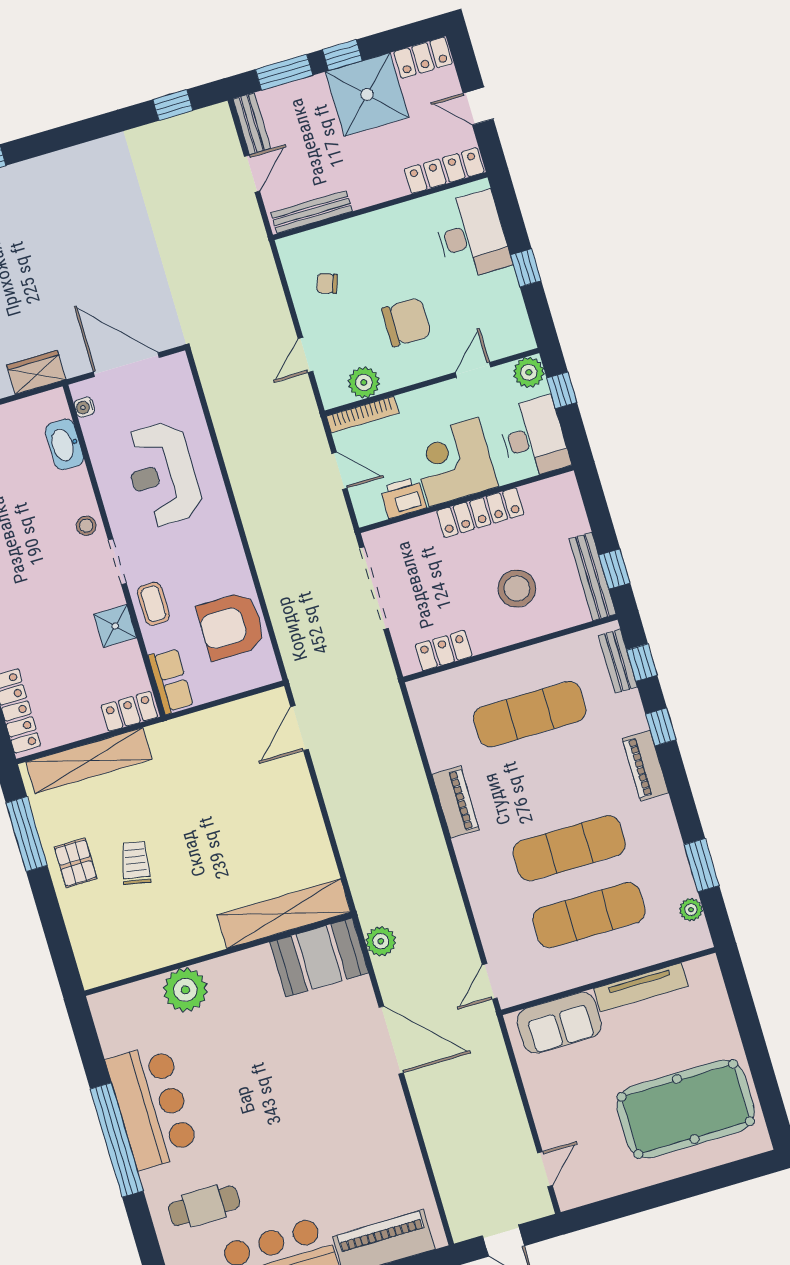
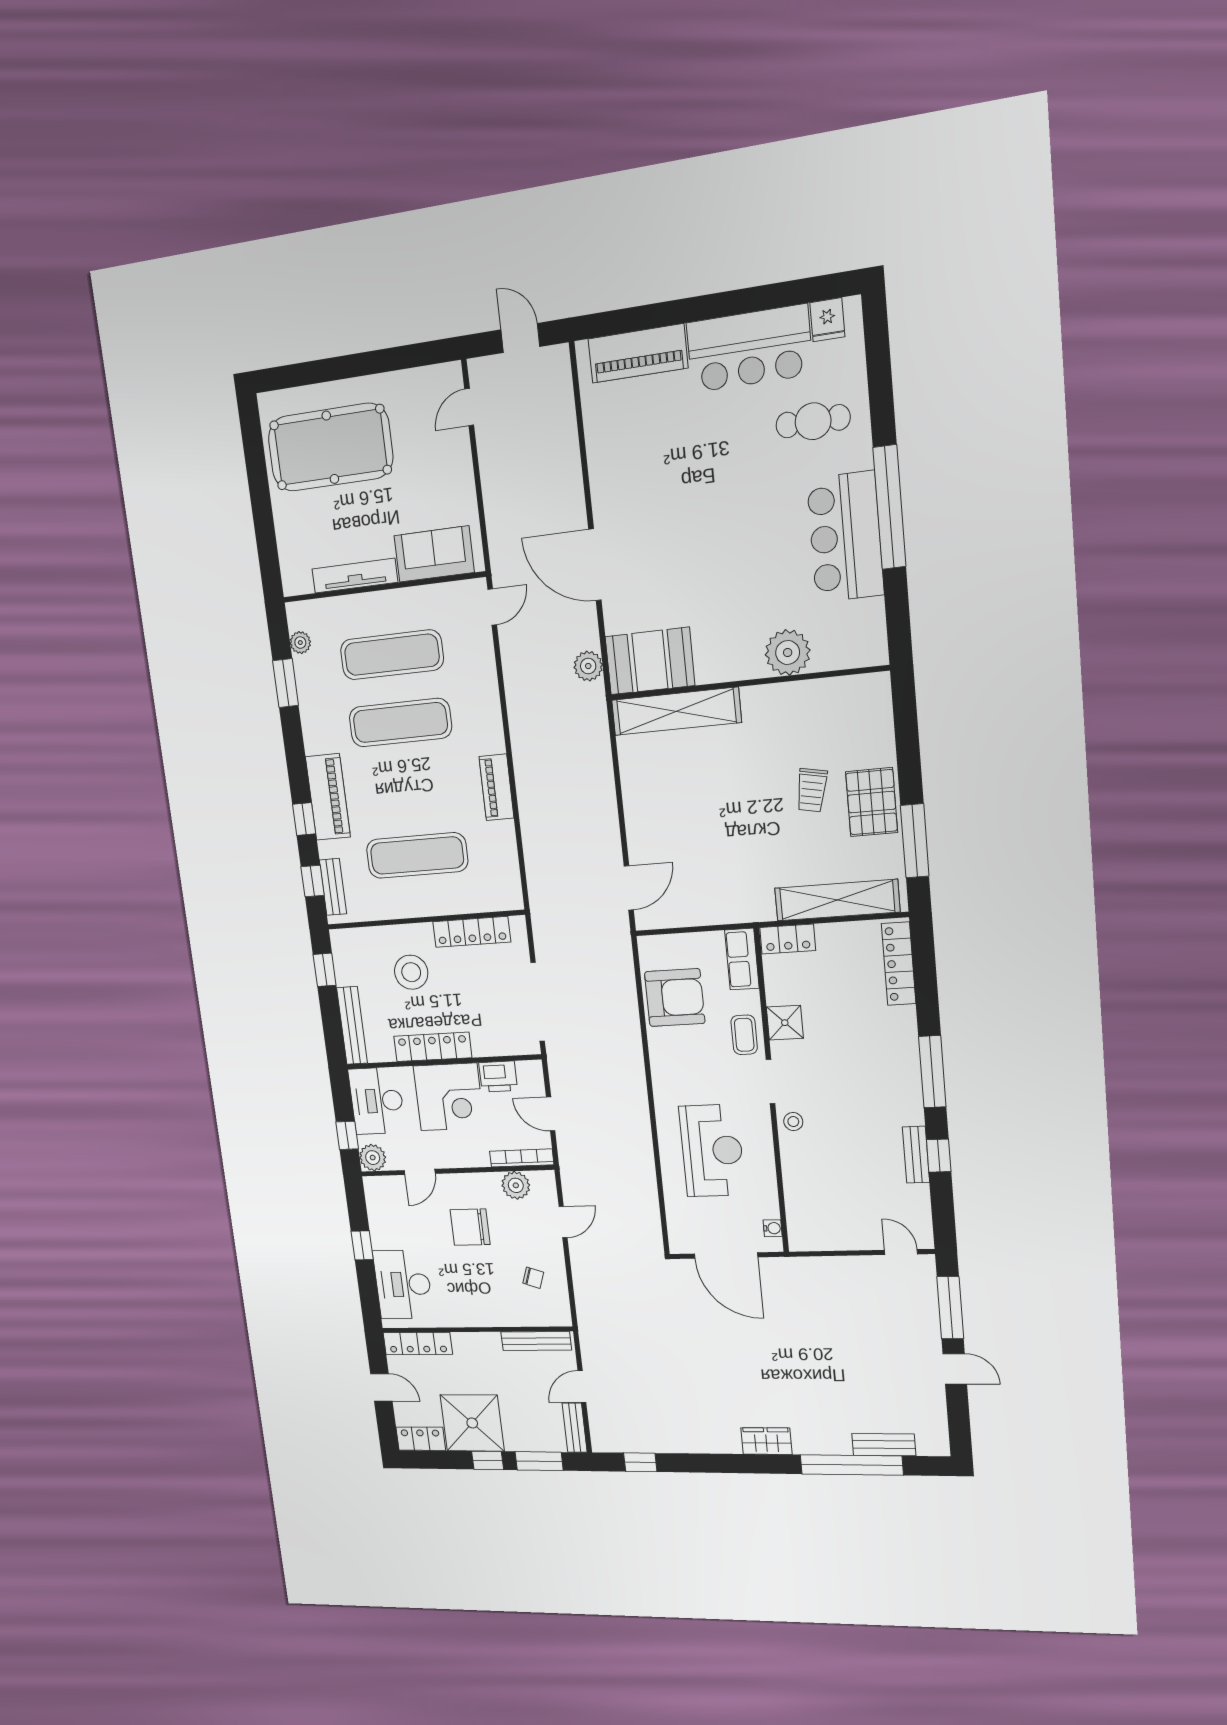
wardrobe: (36, 372) -> (766, 1441), moved, turned 180
washbasin: (64, 444) -> (798, 1200), removed
bench: (592, 576) -> (352, 1025), moved
locker: (444, 651) -> (472, 932), width x1.53
piano: (645, 766) -> (328, 797), width x1.37, depth x1.33
pallet: (76, 863) -> (872, 802), width x1.50, depth x1.42

